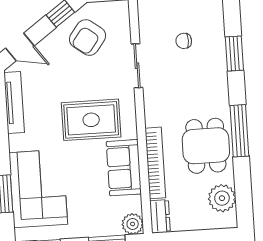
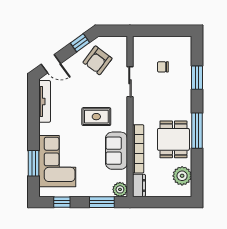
rug: (91, 120) -> (96, 117), width x0.73, depth x0.70

